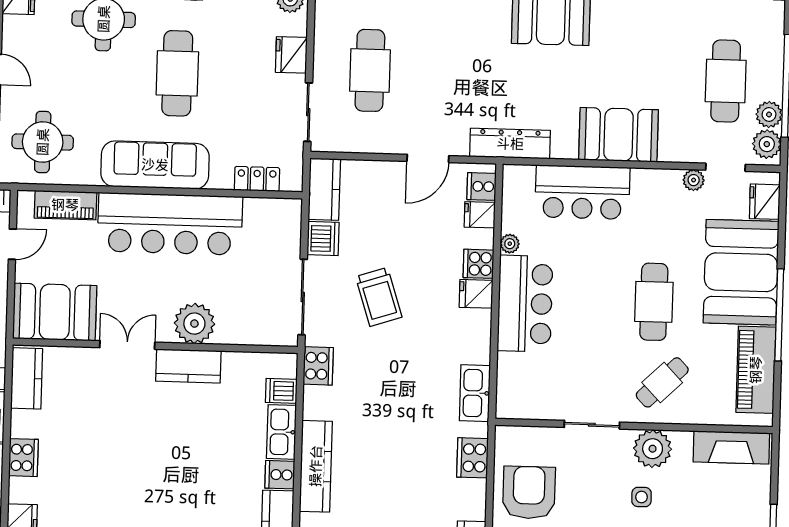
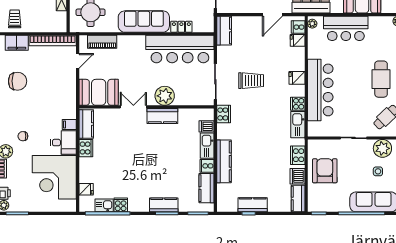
locker: (257, 179) -> (181, 27), moved
bar counter: (170, 224) -> (180, 49), moved
dishwasher: (323, 239) -> (298, 176), moved, turned 180
plant: (510, 244) -> (312, 24), moved
cooker: (478, 264) -> (298, 104), moved
trolley: (379, 297) -> (251, 81), turned -72
bar counter: (525, 304) -> (320, 90), width x1.36
cooker: (23, 458) -> (86, 148), moved

